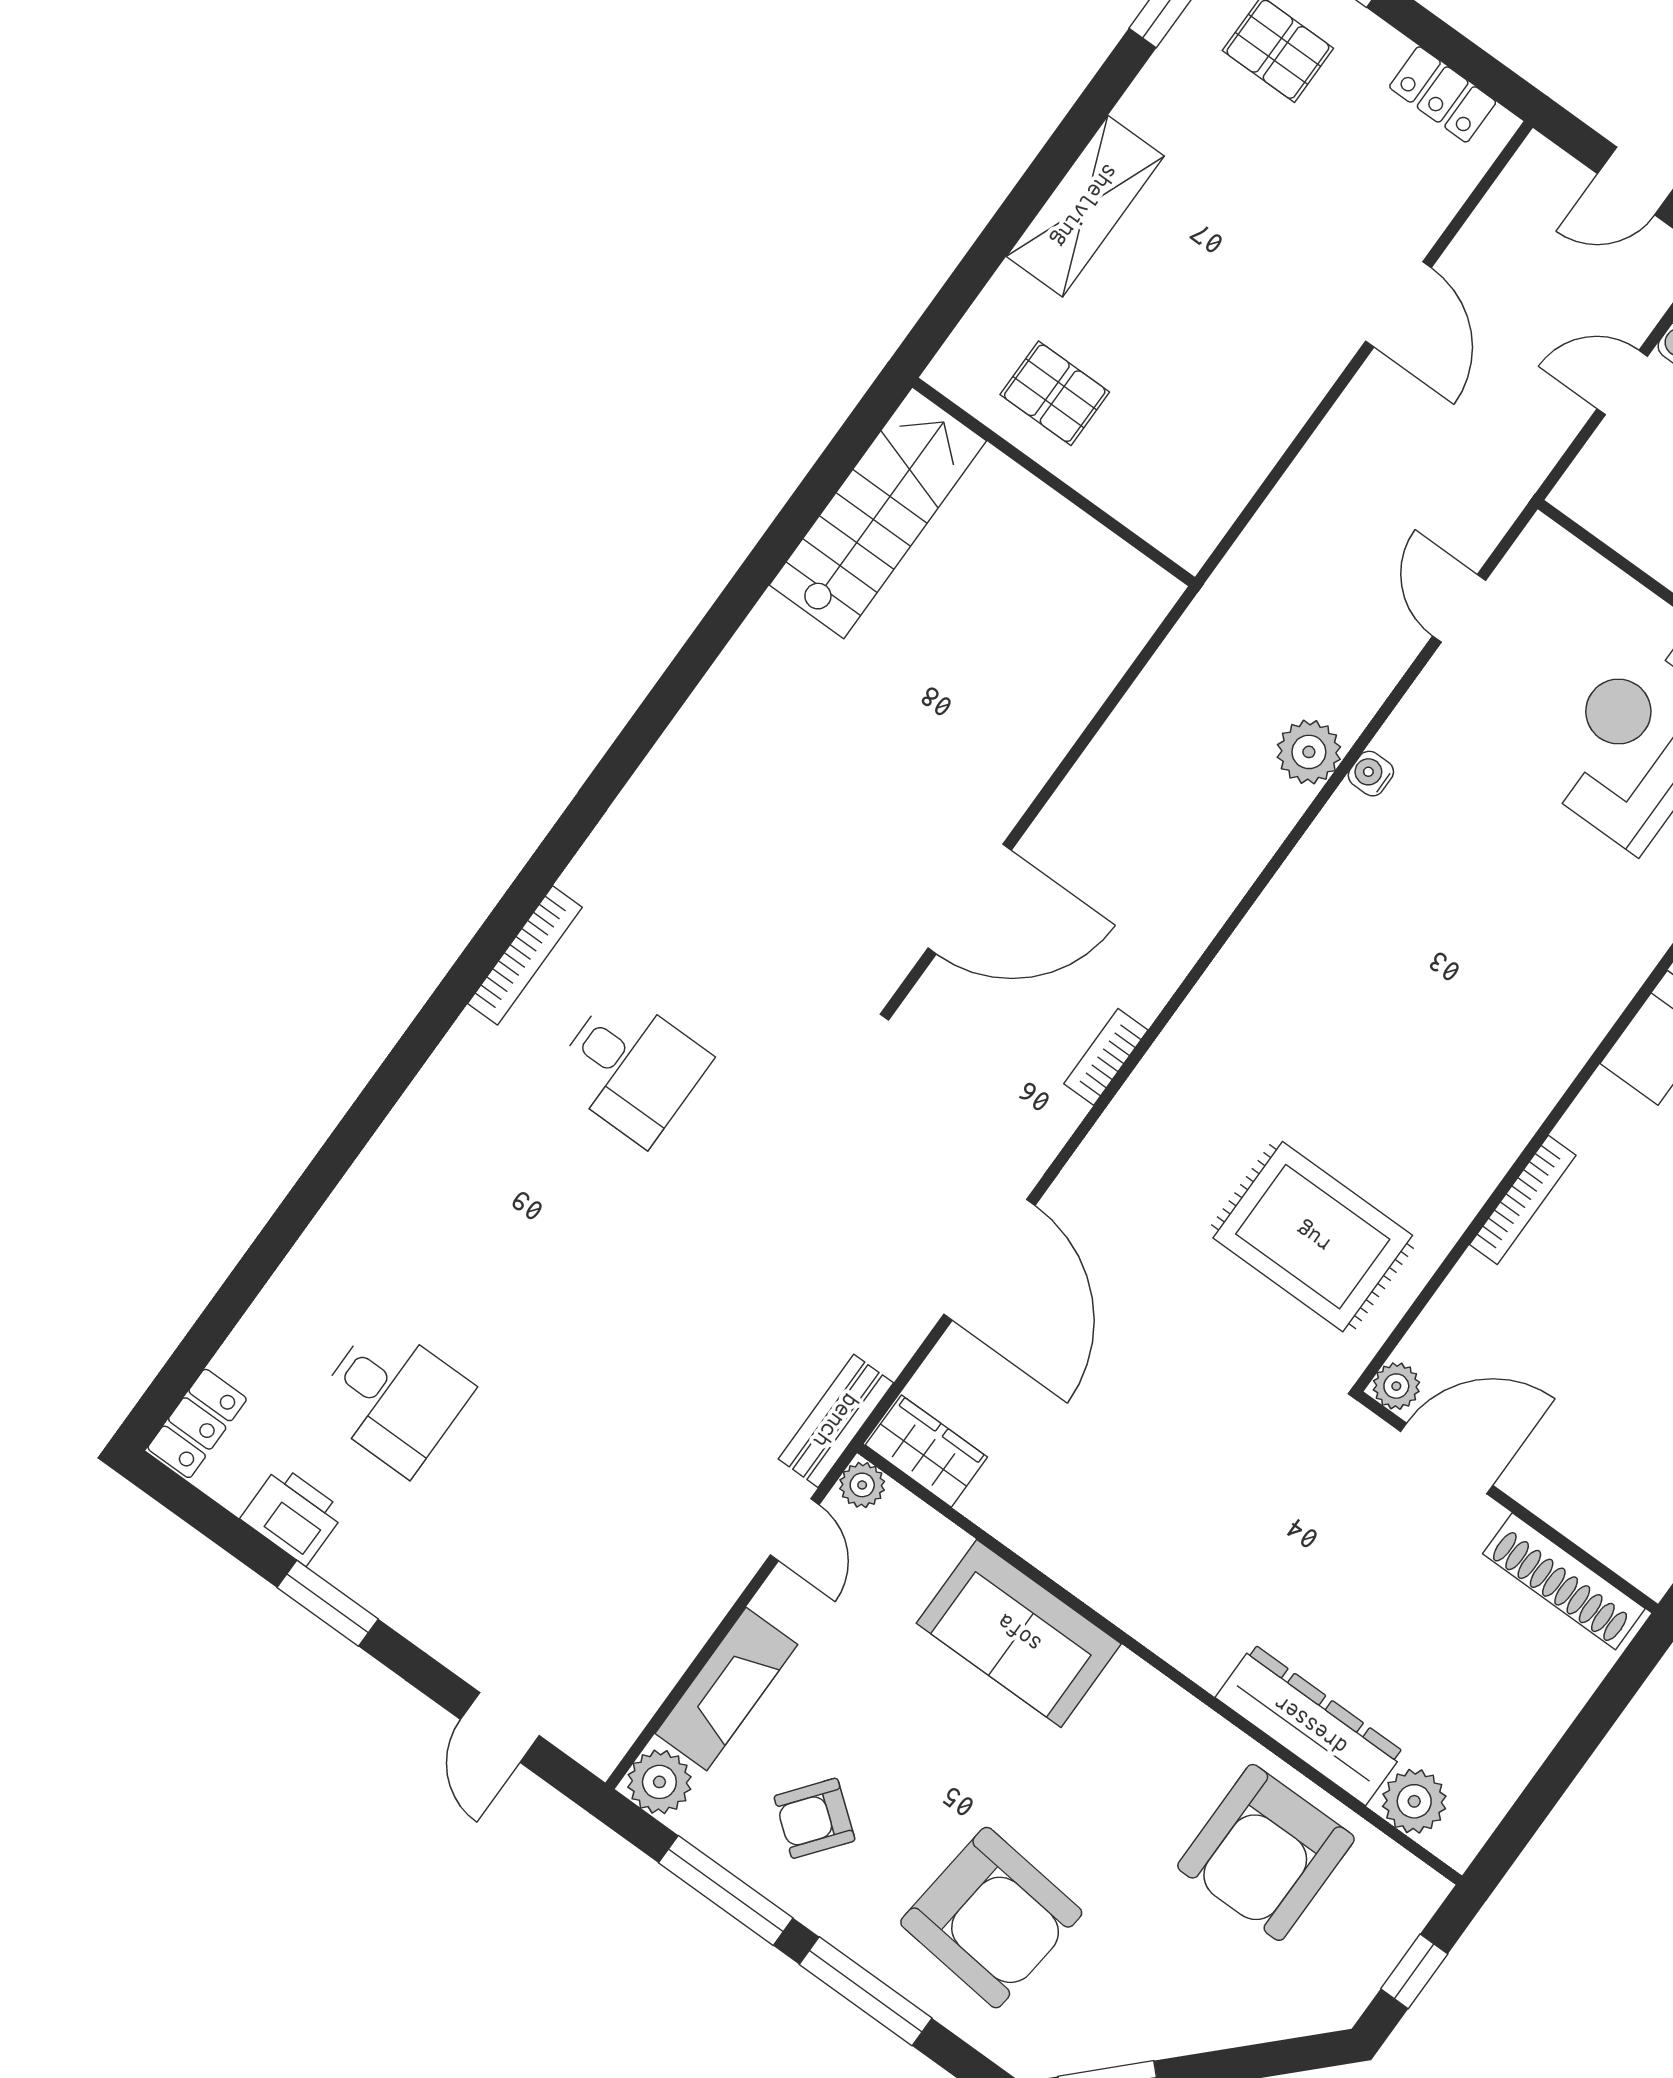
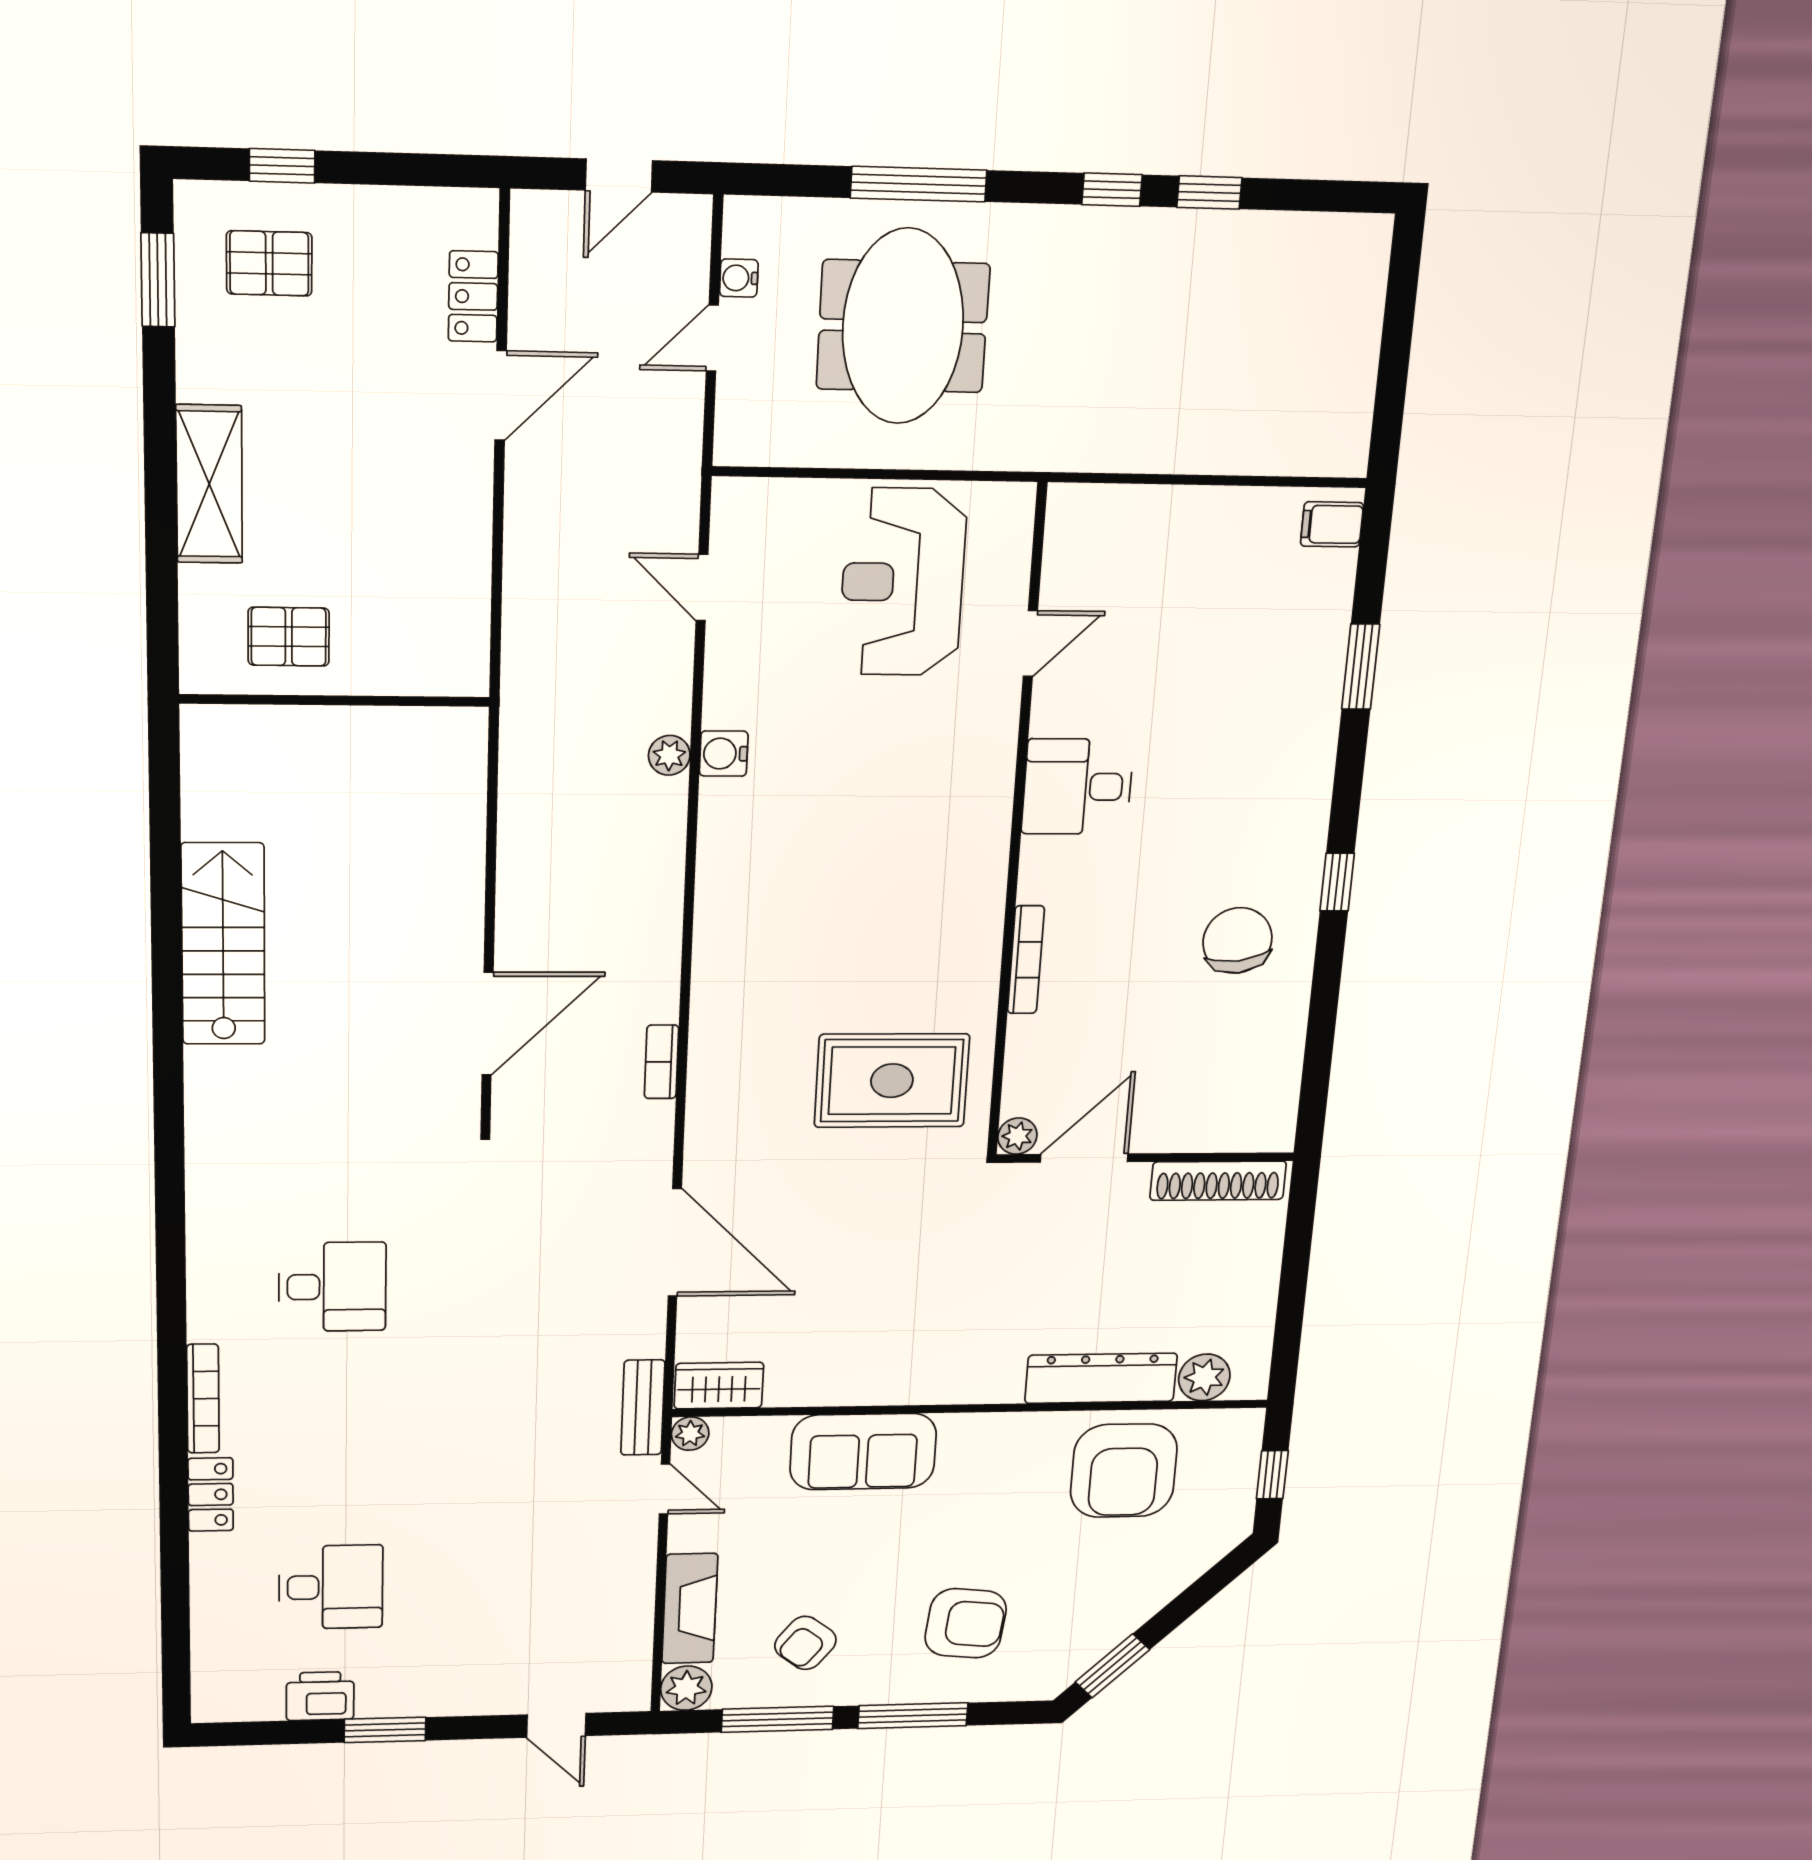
locker: (1443, 94) -> (473, 296), moved, turned 90
door: (1398, 304) -> (501, 396), hinge flipped
stairs: (878, 513) -> (223, 944), moved
plant: (1309, 752) -> (669, 755), width x0.73, depth x0.73
water cooler: (1371, 774) -> (724, 754), width x1.38, depth x1.38
bookcase: (525, 955) -> (203, 1399), moved
locker: (197, 1423) -> (211, 1495), moved
armchair: (991, 1918) -> (966, 1623), width x0.73, depth x0.73

